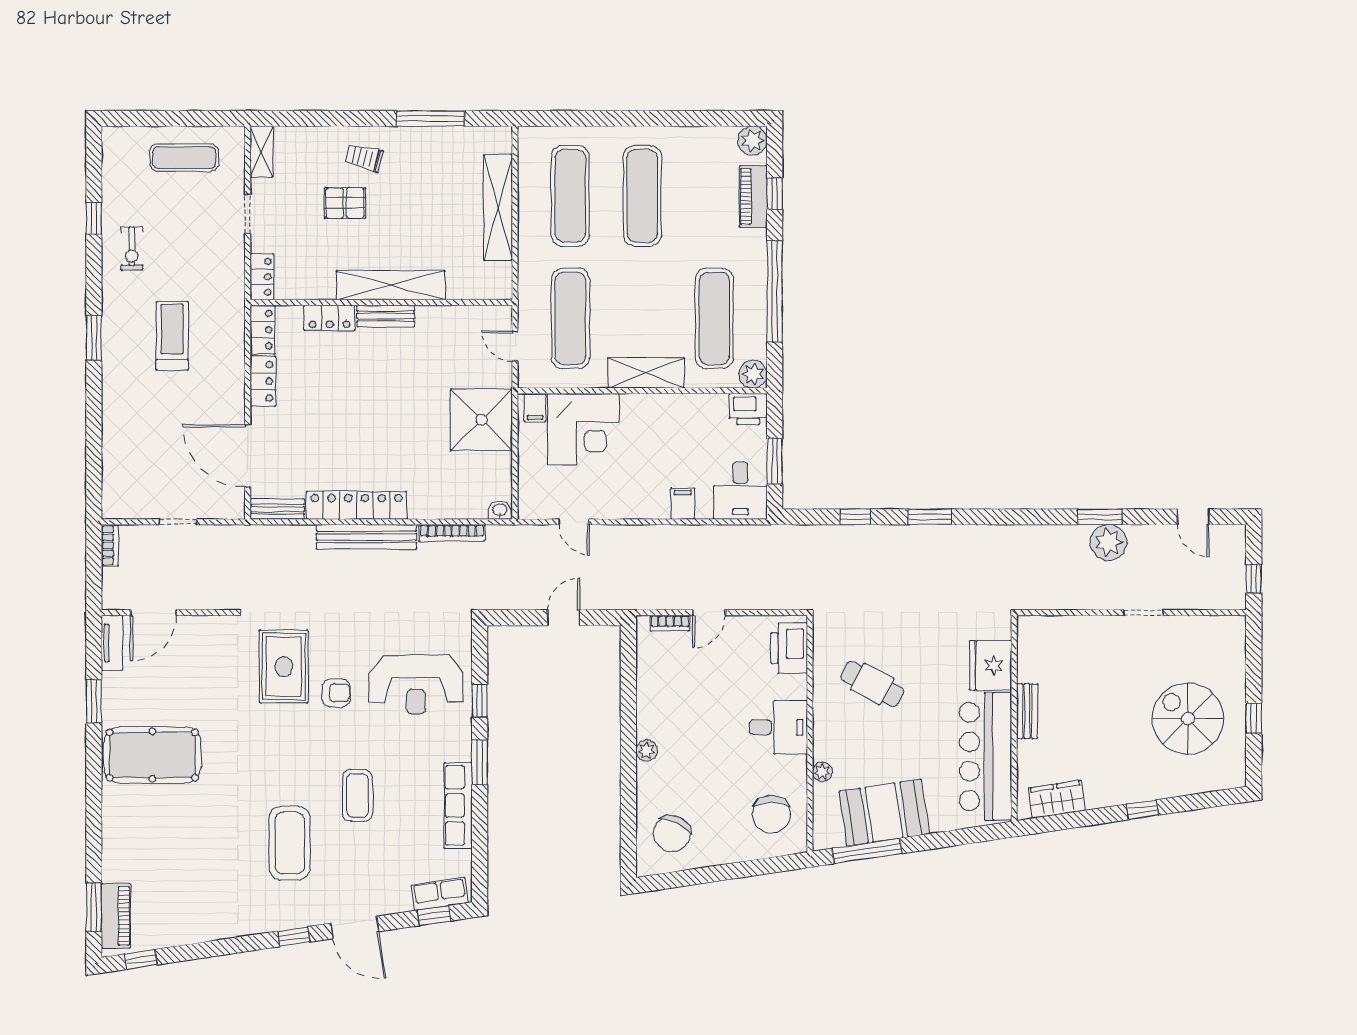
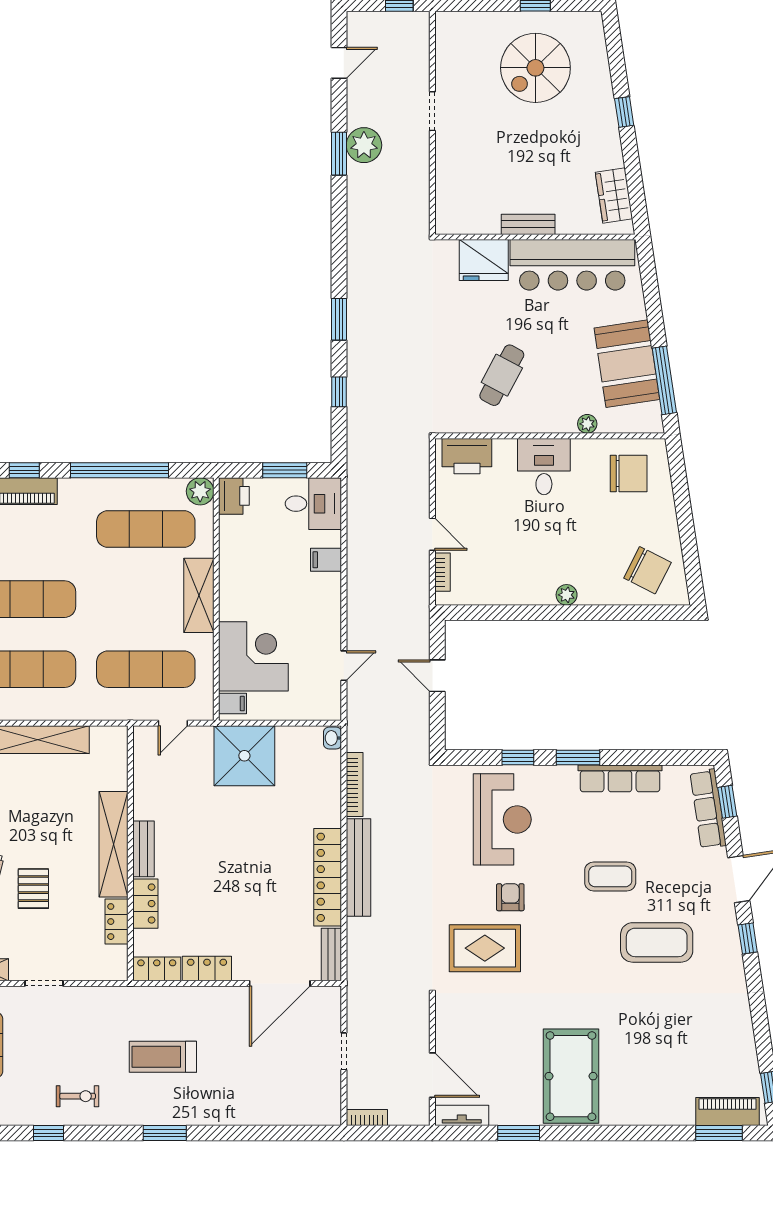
locker: (262, 277) -> (117, 922), moved, turned -90
row of seats: (440, 894) -> (708, 809), width x1.48

